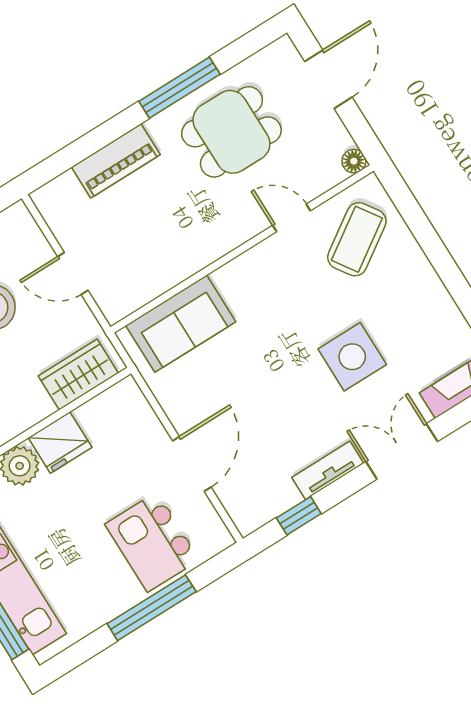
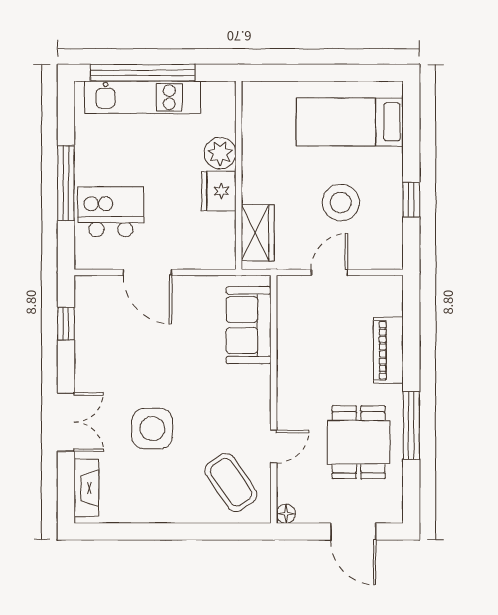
tv unit: (328, 470) -> (85, 363), removed

